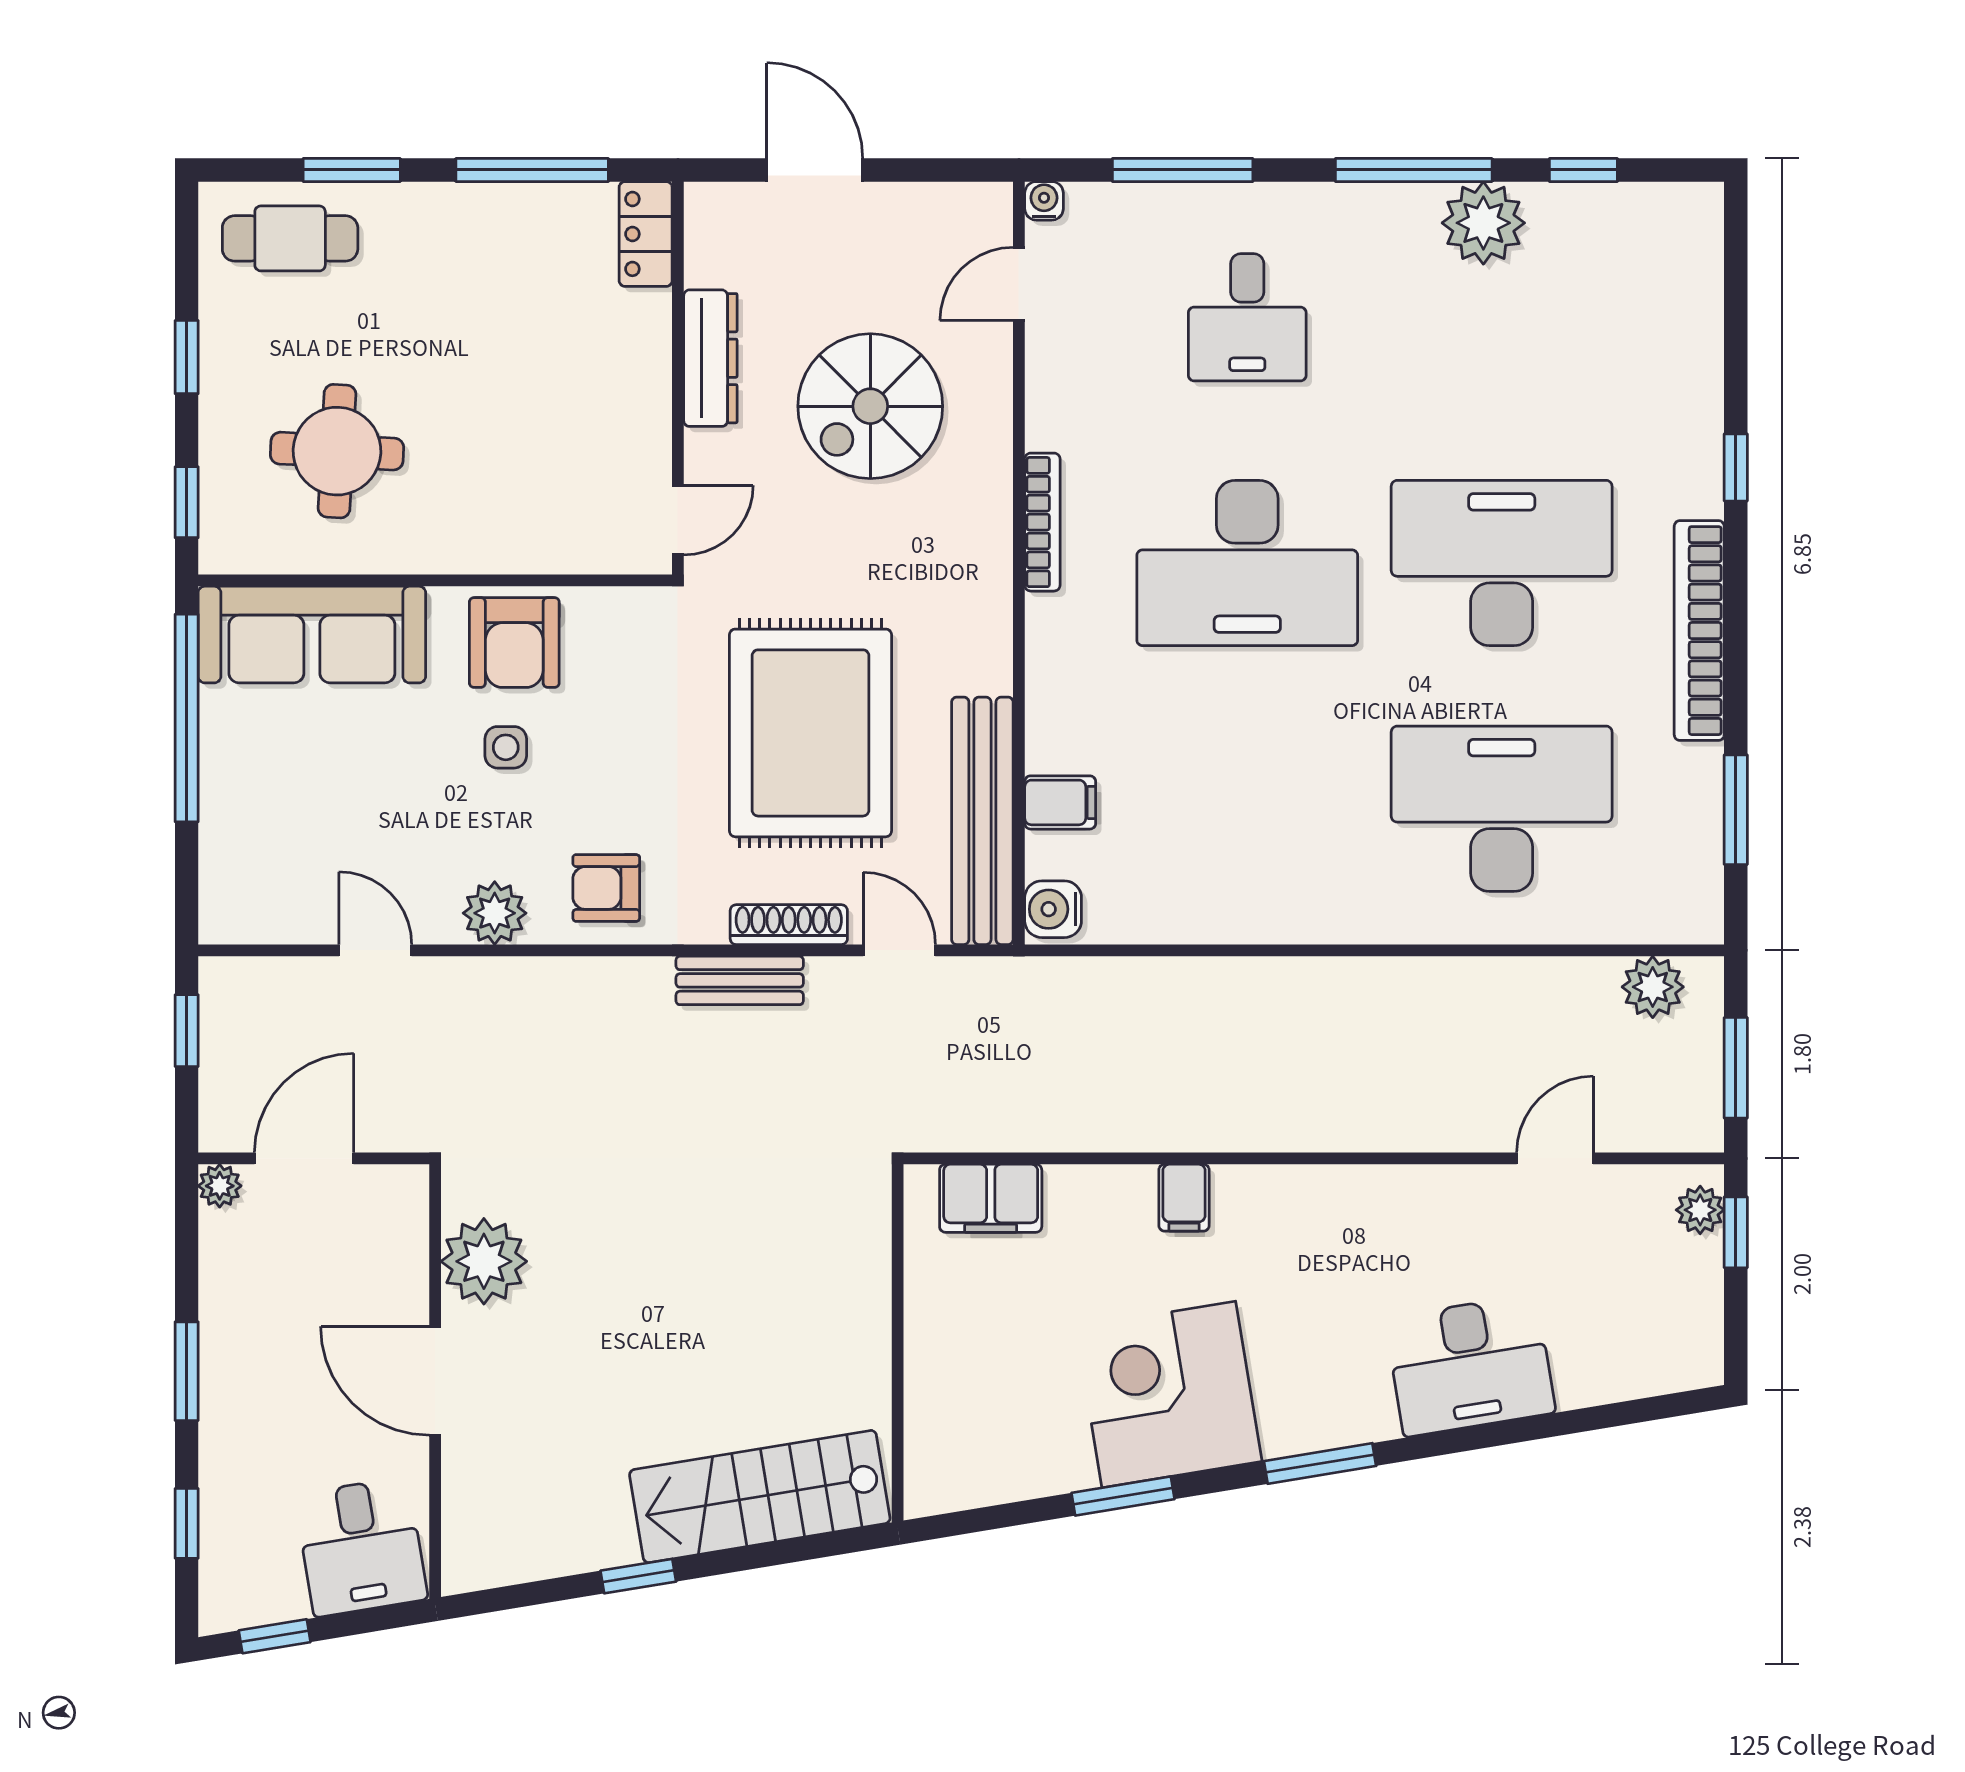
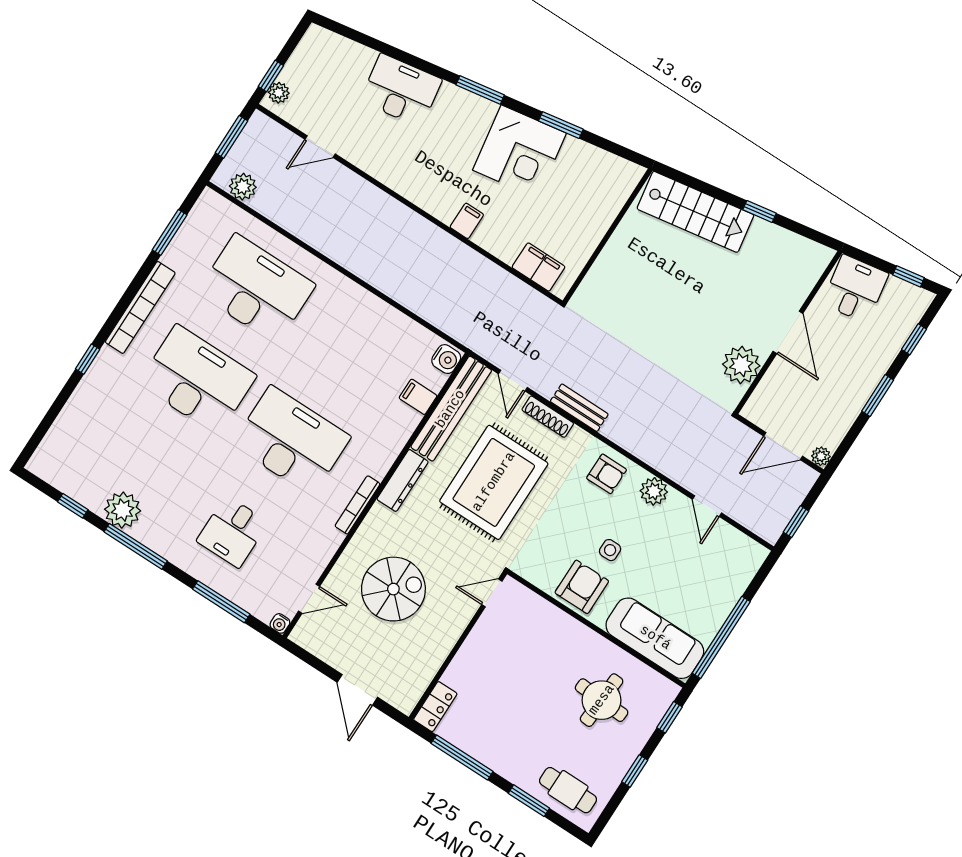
desk: (1247, 317) -> (233, 532), turned 180
dresser: (710, 358) -> (403, 480), moved, turned 180
desk: (1502, 563) -> (197, 380), turned 180
desk: (1502, 809) -> (256, 289), turned 180

